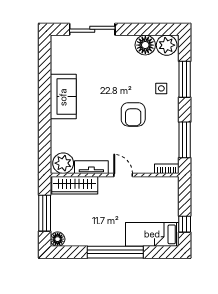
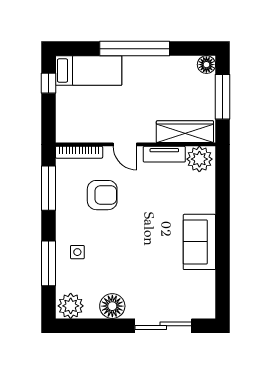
floor lamp: (145, 45) -> (112, 306), moved
armchair: (133, 114) -> (102, 195), moved, turned 90
bookcase: (167, 169) -> (79, 152), width x1.56

